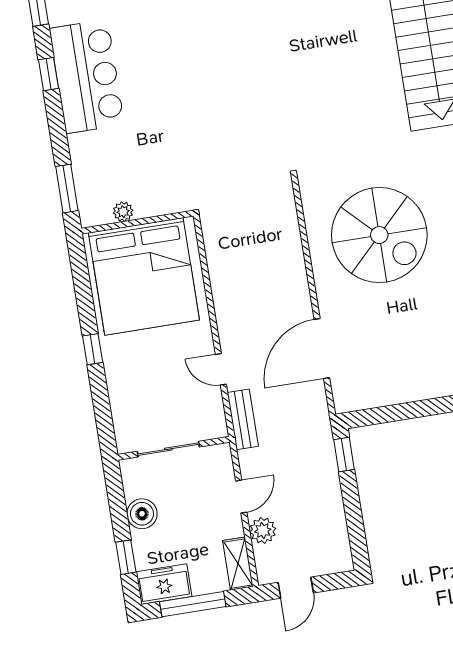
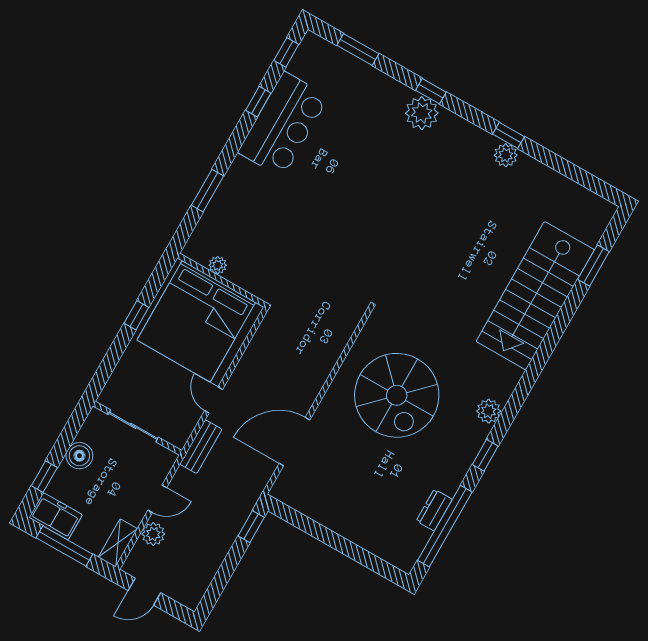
plant: (123, 212) -> (218, 265), moved
wall: (137, 222) -> (222, 280), moved
bed: (144, 276) -> (196, 321), moved

